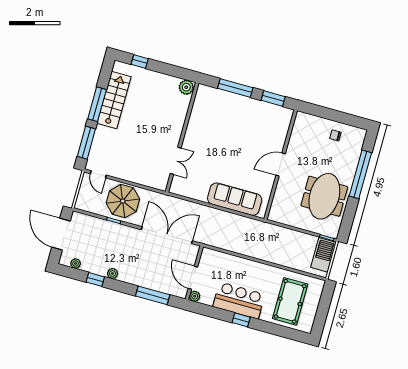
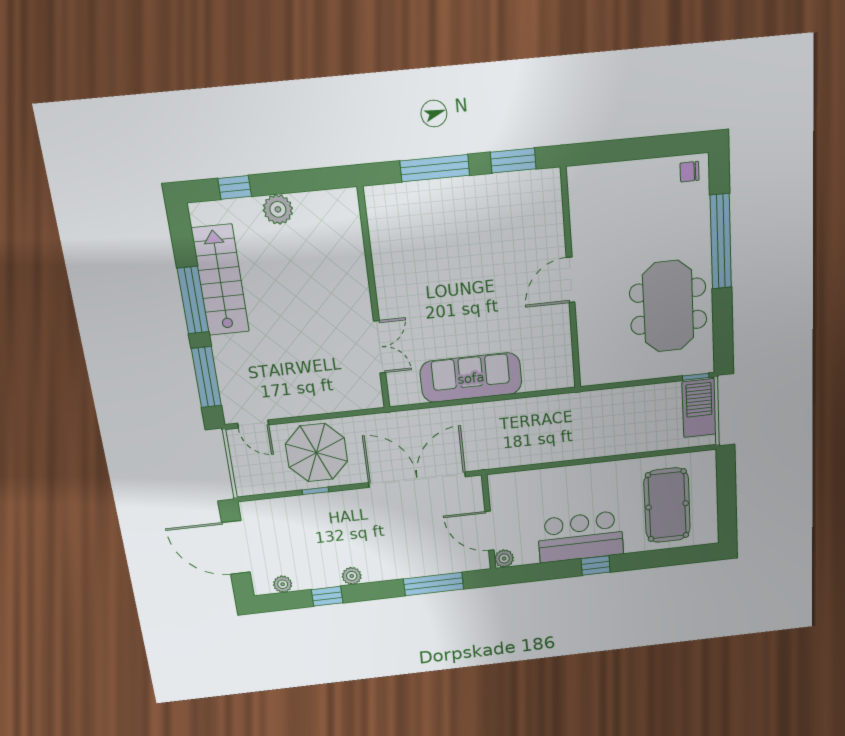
plant: (186, 87) -> (278, 209), moved
chair: (335, 135) -> (689, 172), moved
sofa: (235, 199) -> (471, 378), moved

